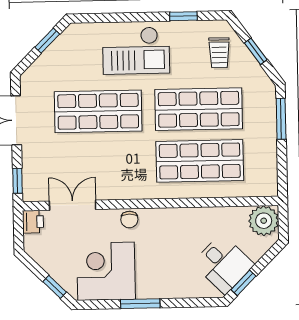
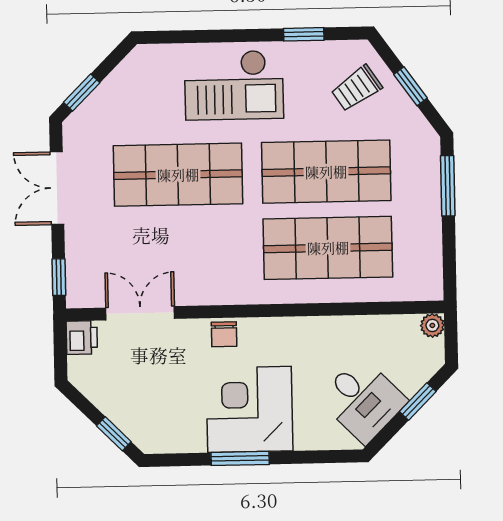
window: (47, 41) -> (82, 92), moved
trolley: (219, 53) -> (357, 88), turned 56
plant: (264, 221) -> (432, 325), width x0.53, depth x0.53
corner desk: (106, 271) -> (249, 409), moved
window: (244, 283) -> (418, 401), moved

